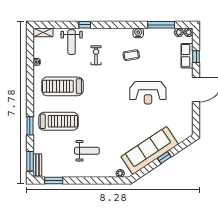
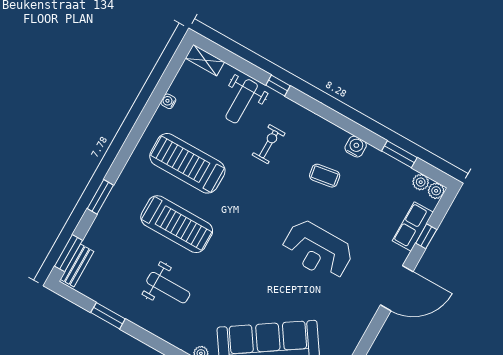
window: (161, 25) -> (399, 154), width x0.69
treadmill: (58, 121) -> (177, 224), moved
window: (54, 180) -> (108, 316), moved

